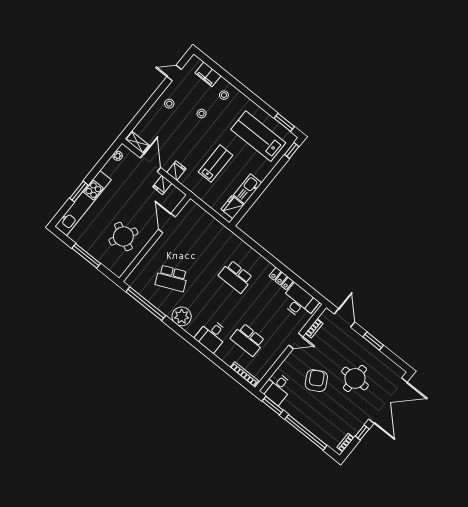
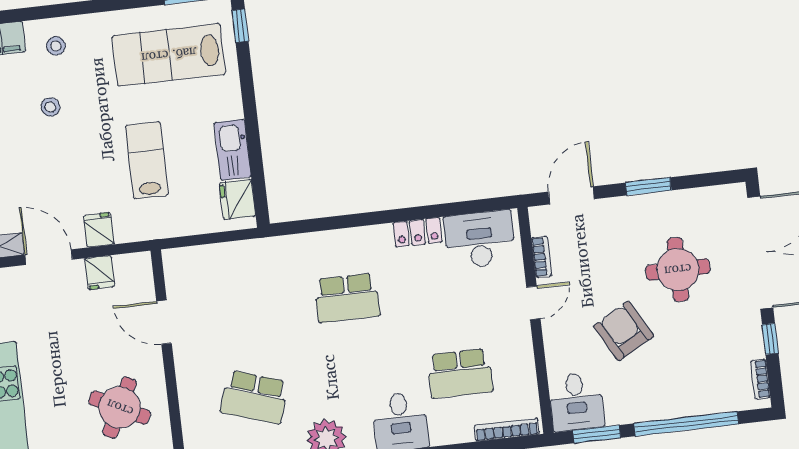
school desk: (172, 278) -> (254, 397), turned 42
door: (345, 318) -> (571, 195), hinge flipped

